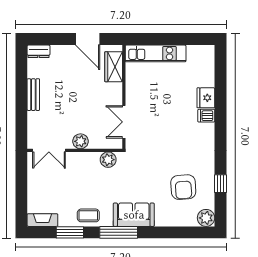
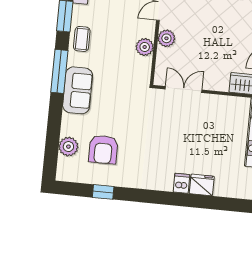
plant: (108, 160) -> (145, 47), moved
armchair: (183, 187) -> (103, 149), turned -86
plant: (206, 218) -> (68, 147), moved

